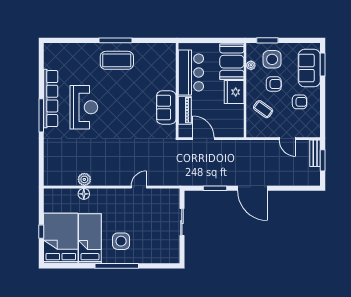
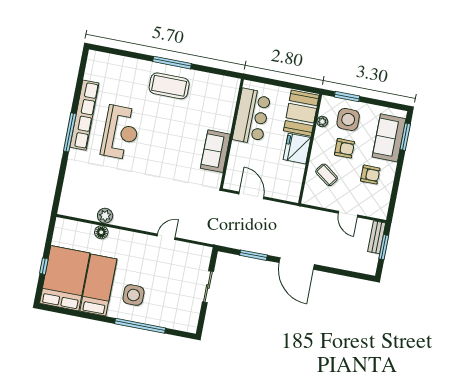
piano: (185, 110) -> (236, 159), removed
window: (117, 266) -> (140, 326), moved

